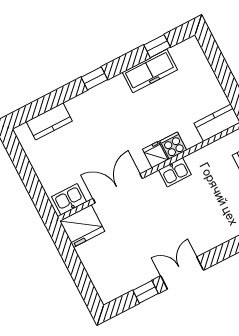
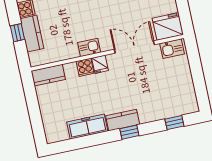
window: (157, 46) -> (174, 123), moved
kitchen counter: (49, 121) -> (123, 120), moved
double door: (118, 188) -> (134, 47), swing flipped

